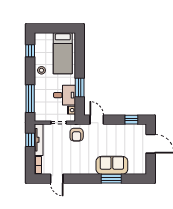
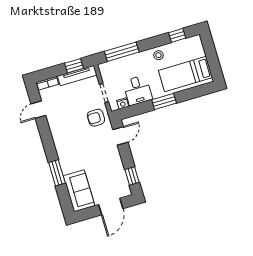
window: (80, 87) -> (164, 101), moved
sofa: (112, 165) -> (79, 191), moved

